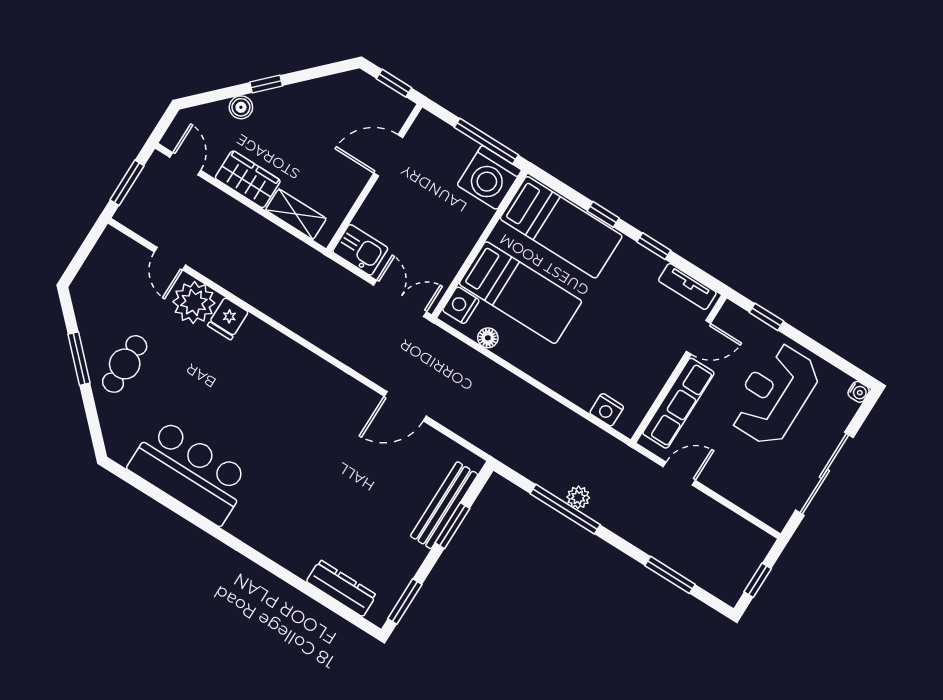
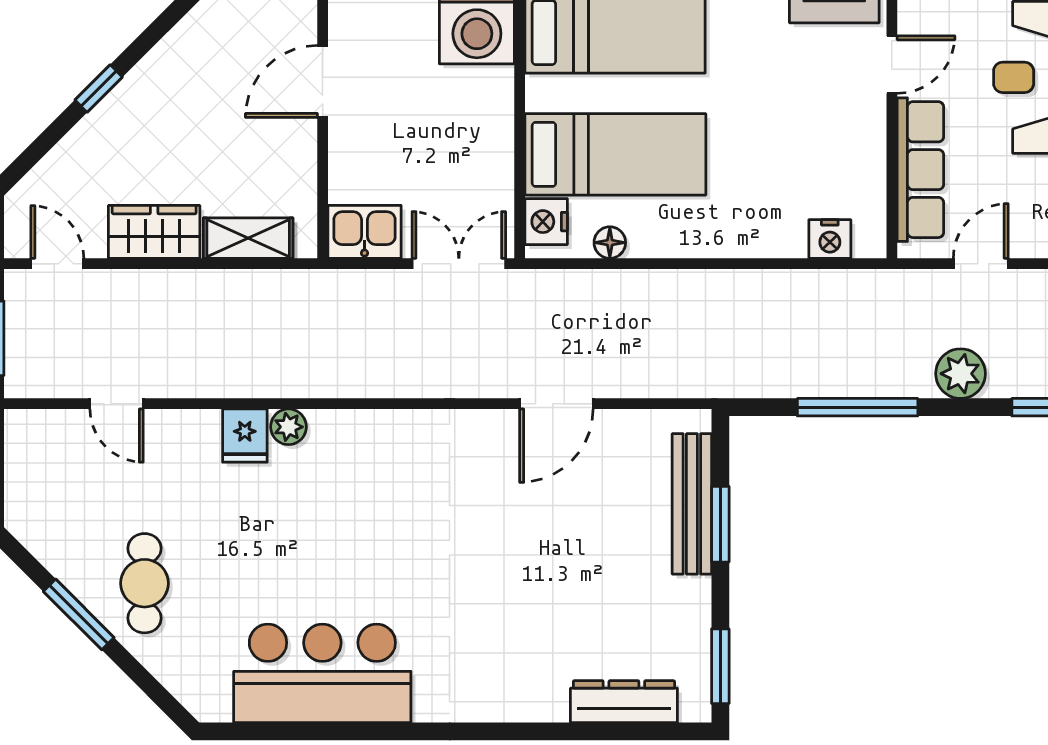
boiler: (241, 107) -> (84, 141), removed
plant: (194, 302) -> (288, 427), moved, width x0.53, depth x0.53
plant: (578, 497) -> (961, 374), moved, width x1.38, depth x1.38

